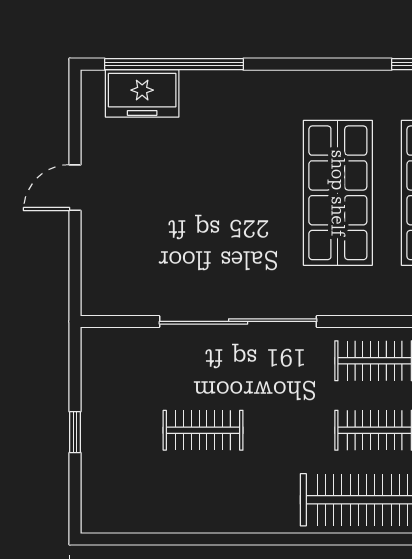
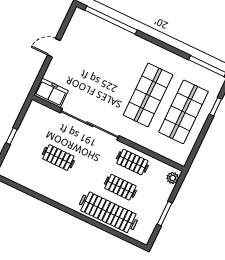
freezer: (142, 93) -> (51, 93), moved, turned 180

